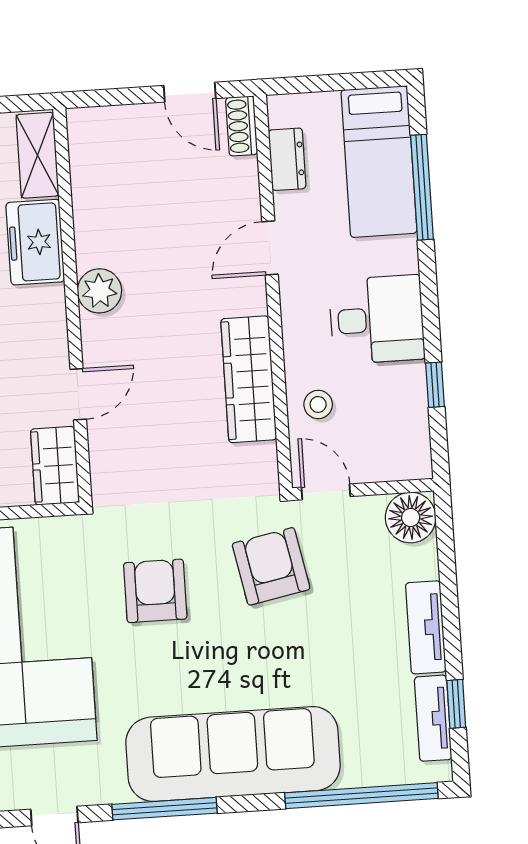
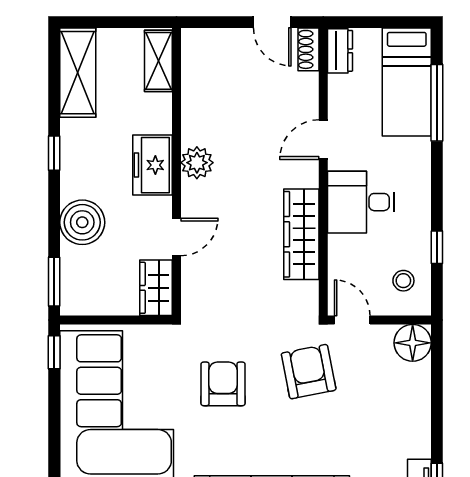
dresser: (287, 159) -> (340, 51), moved
freezer: (35, 242) -> (153, 165), moved
desk: (377, 320) -> (361, 202), moved, turned 180
stool: (318, 404) -> (403, 281), moved
tv unit: (426, 627) -> (418, 424), removed

